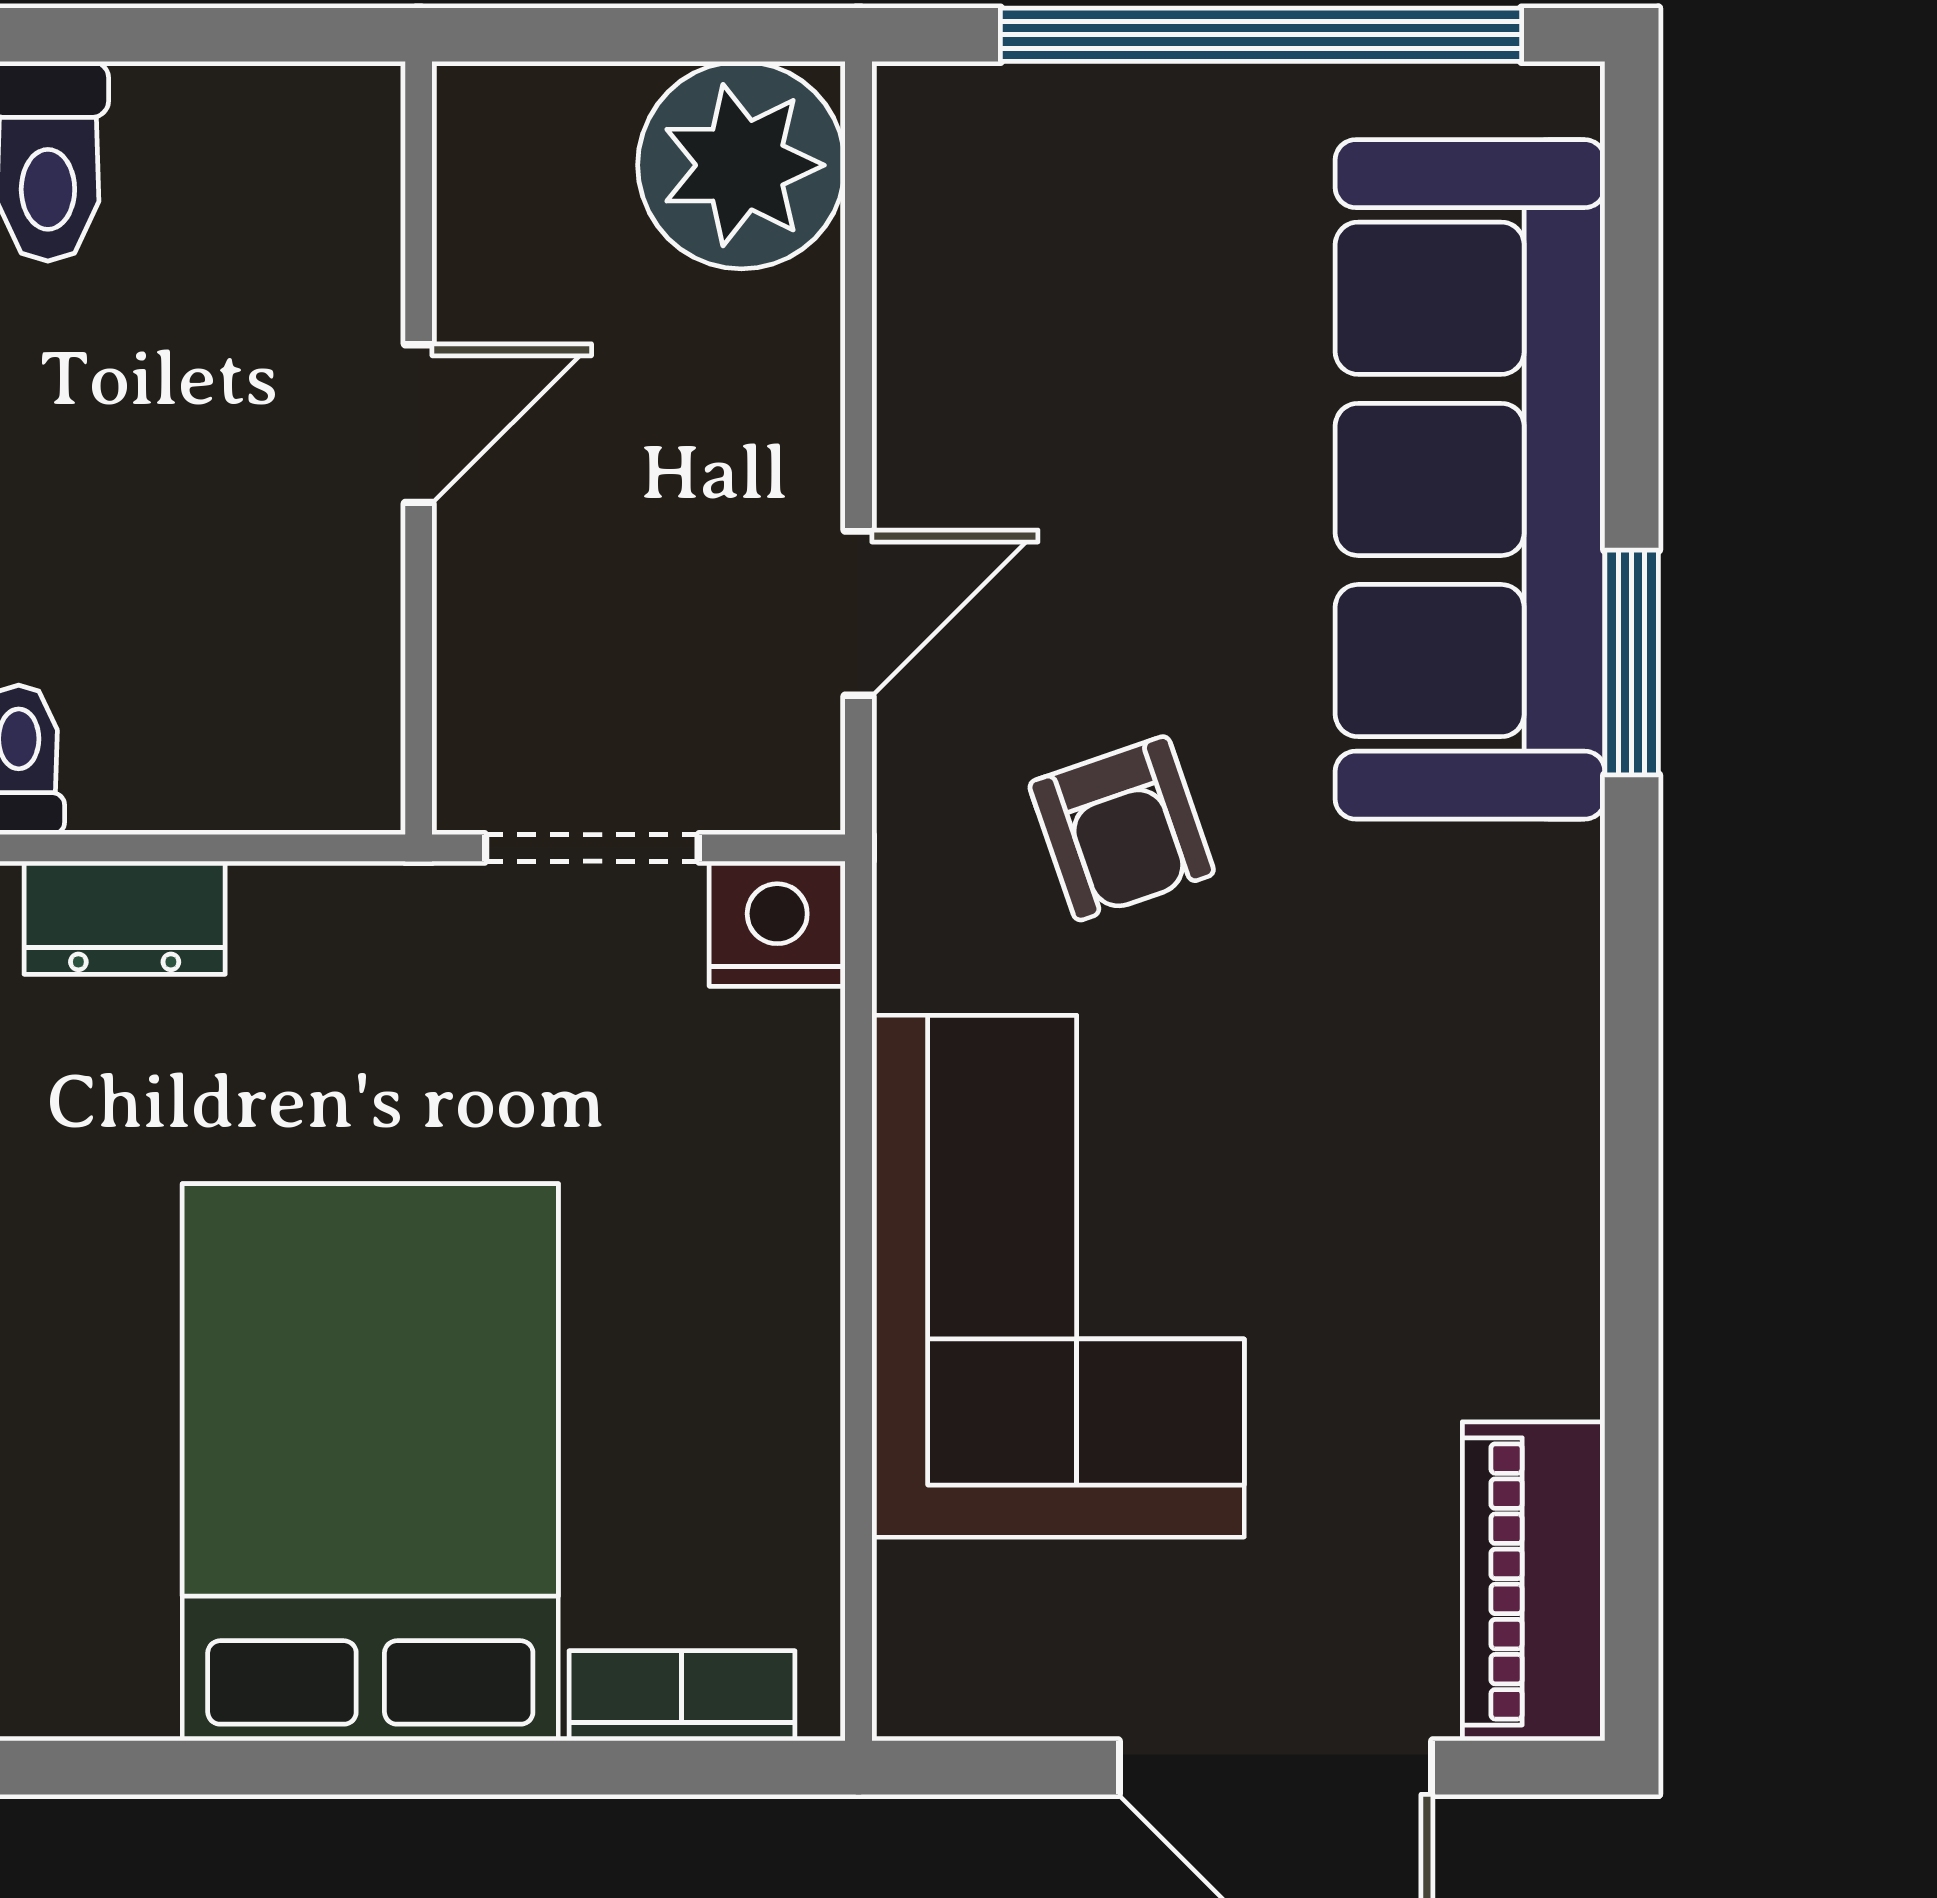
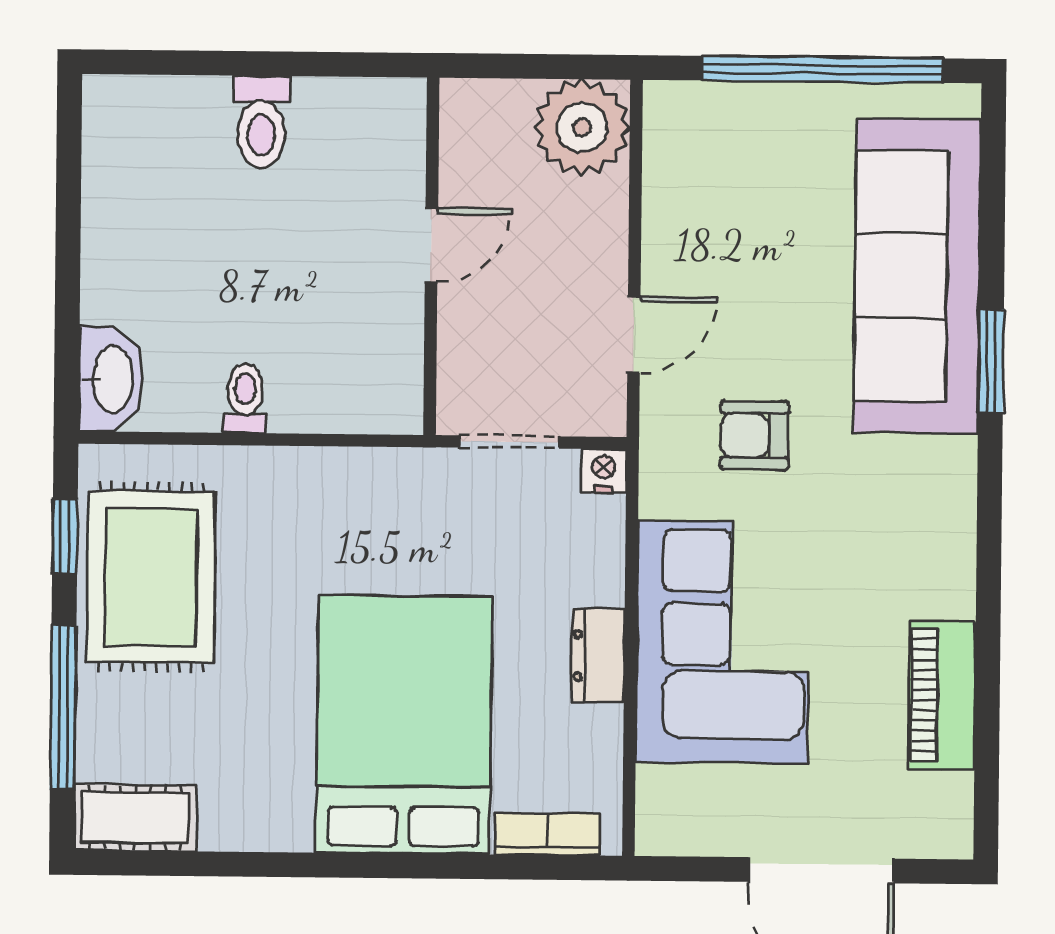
armchair: (1122, 828) -> (754, 435), turned 109
dresser: (125, 918) -> (598, 656), moved, turned 90
nightstand: (777, 924) -> (604, 470), width x0.72, depth x0.74
piano: (1534, 1581) -> (942, 695), moved

